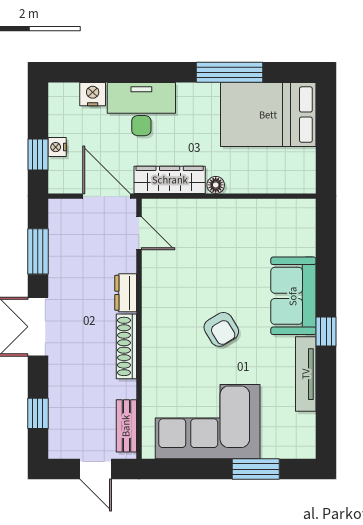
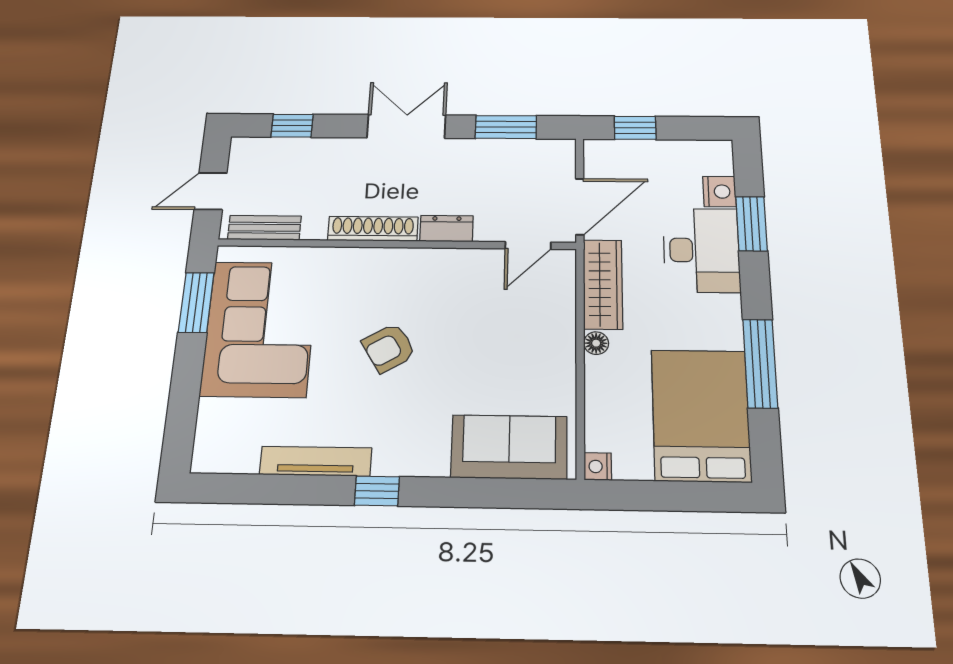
window: (119, 72) -> (751, 224), added
nightstand: (57, 147) -> (598, 466), moved, turned -90
sofa: (293, 296) -> (509, 447), moved
window: (256, 469) -> (196, 302), moved

